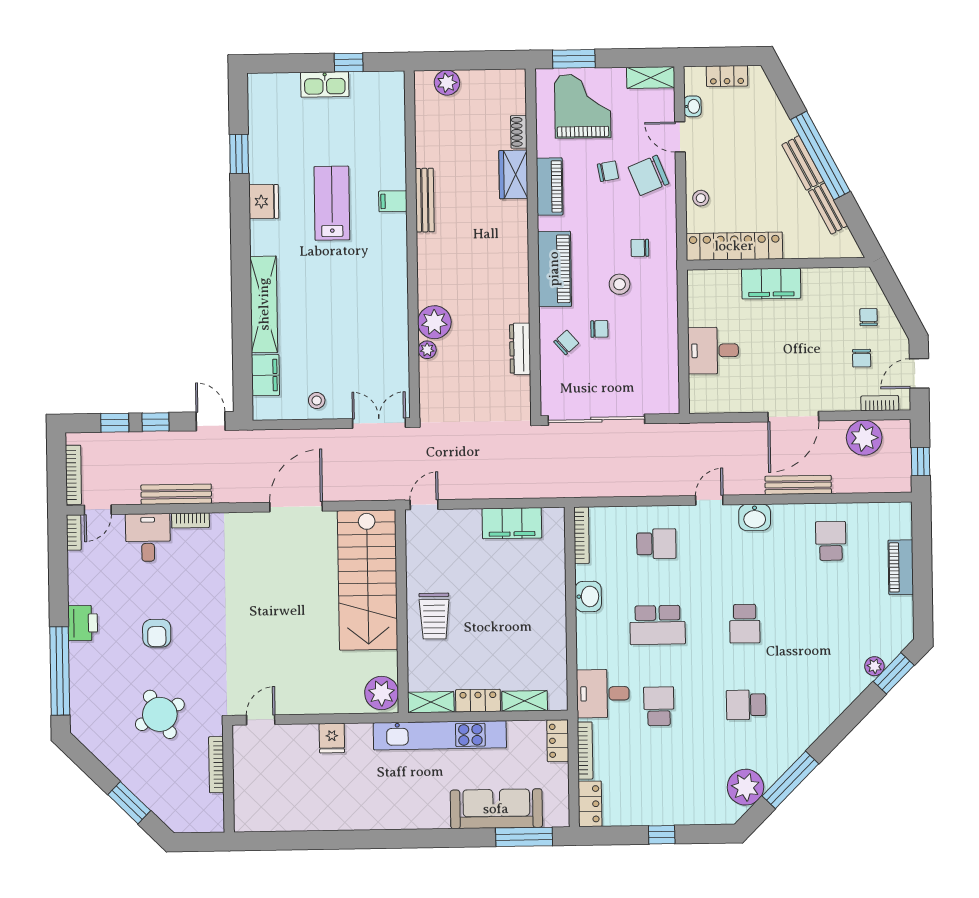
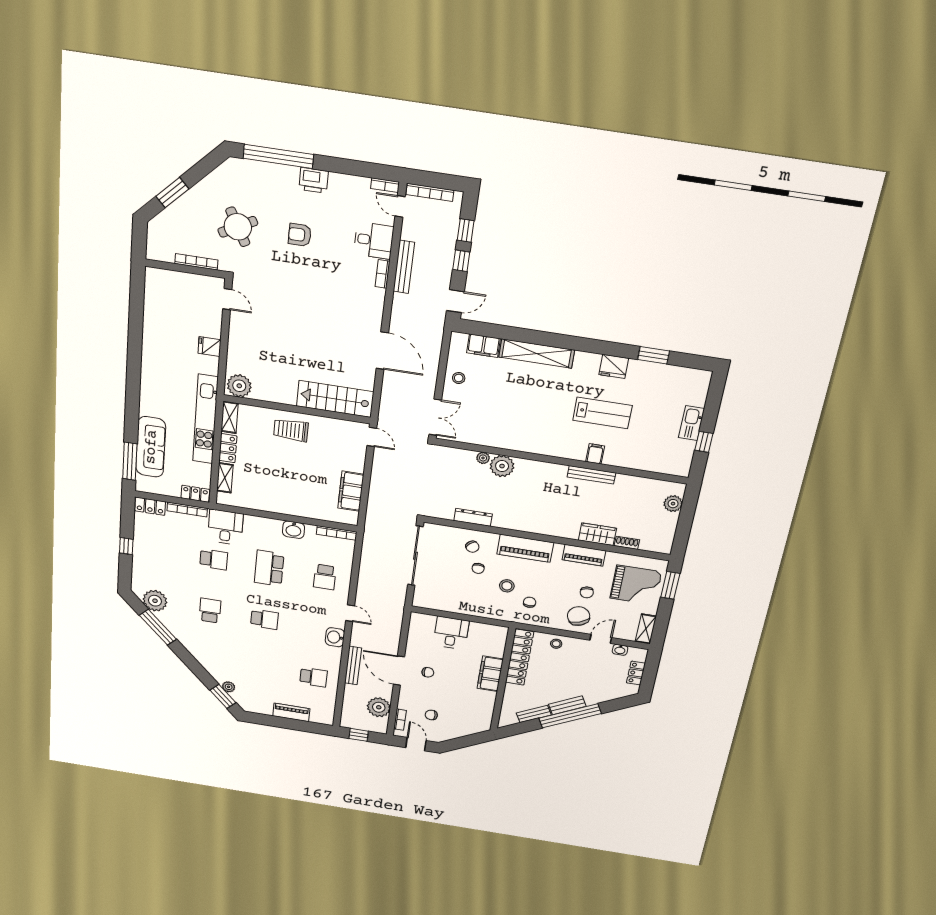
chair: (869, 317) -> (428, 672), moved
stairs: (368, 580) -> (335, 399), width x0.73, depth x0.66
school desk: (745, 624) -> (264, 619), turned 180

